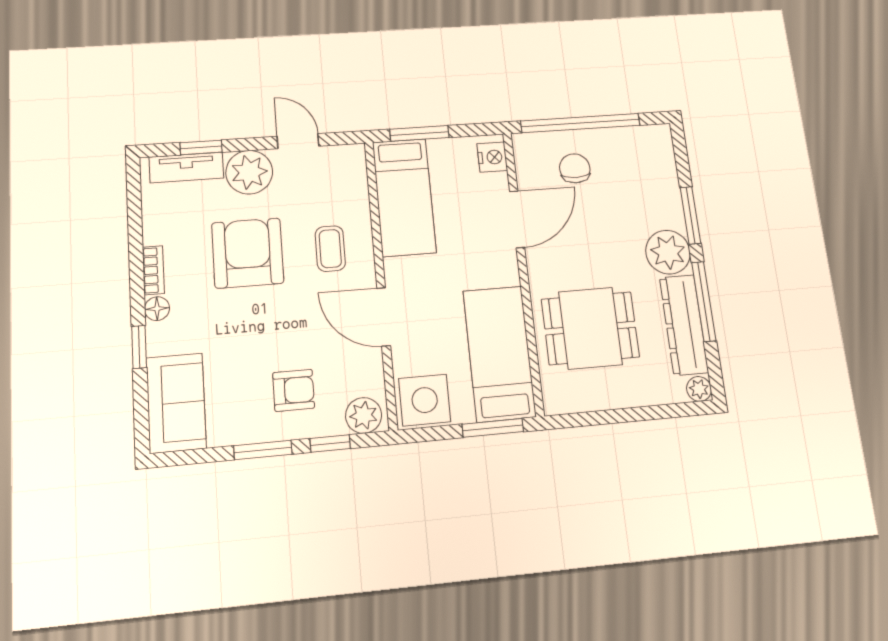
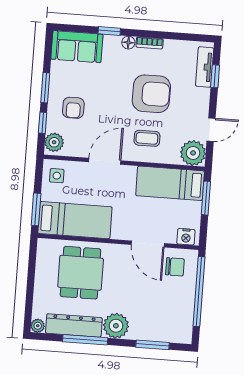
chair: (575, 168) -> (175, 267), moved
plant: (249, 172) -> (193, 153), moved
window: (690, 215) -> (152, 345), moved
side table: (425, 400) -> (57, 176), width x0.54, depth x0.54

